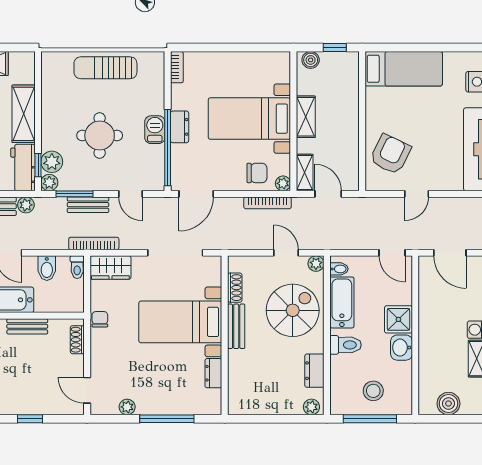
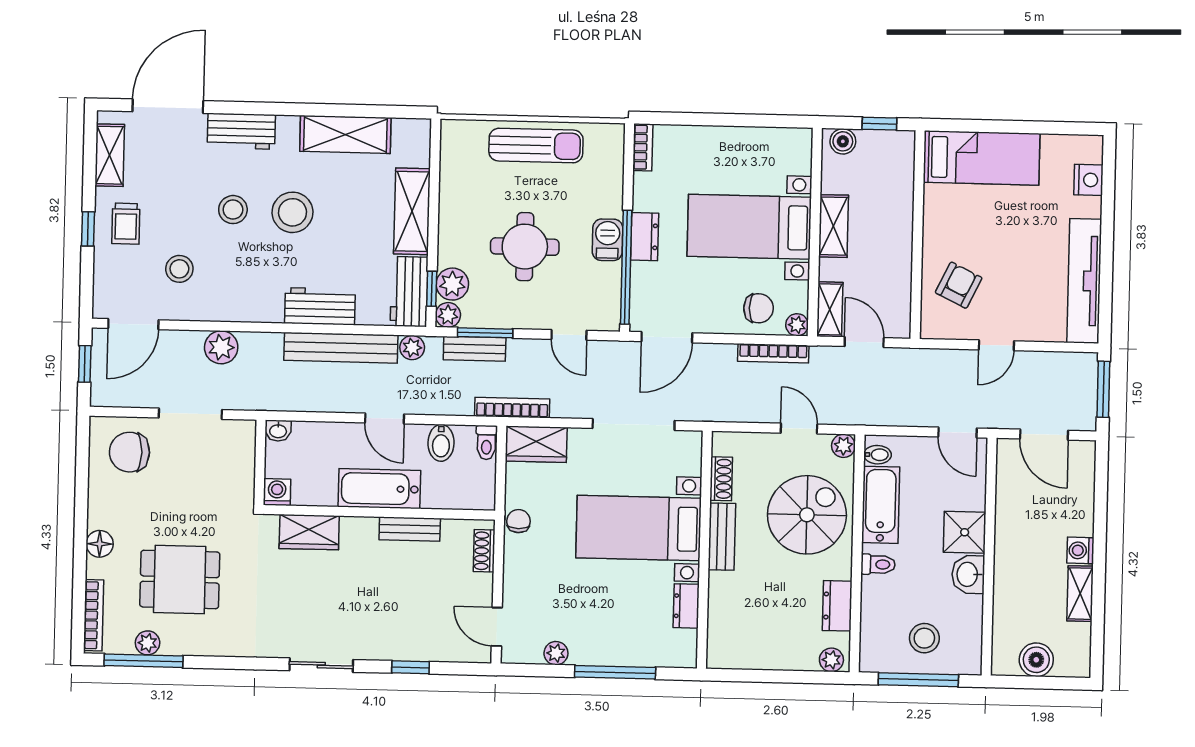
sun lounger: (105, 68) -> (536, 146), turned 180
armchair: (390, 154) -> (959, 285), width x0.72, depth x0.72
bench: (88, 205) -> (475, 349), moved
toilet: (345, 345) -> (878, 564), width x0.73, depth x0.72

